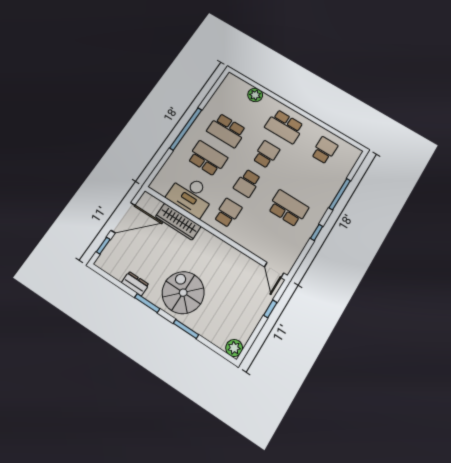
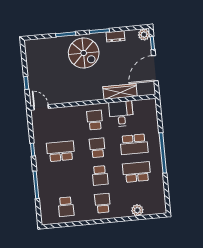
school desk: (285, 126) -> (103, 203), width x0.54
desk: (191, 195) -> (121, 114), width x0.73
school desk: (288, 208) -> (61, 151), turned 180
school desk: (228, 213) -> (95, 120), turned 180
plant: (234, 348) -> (144, 35), moved

